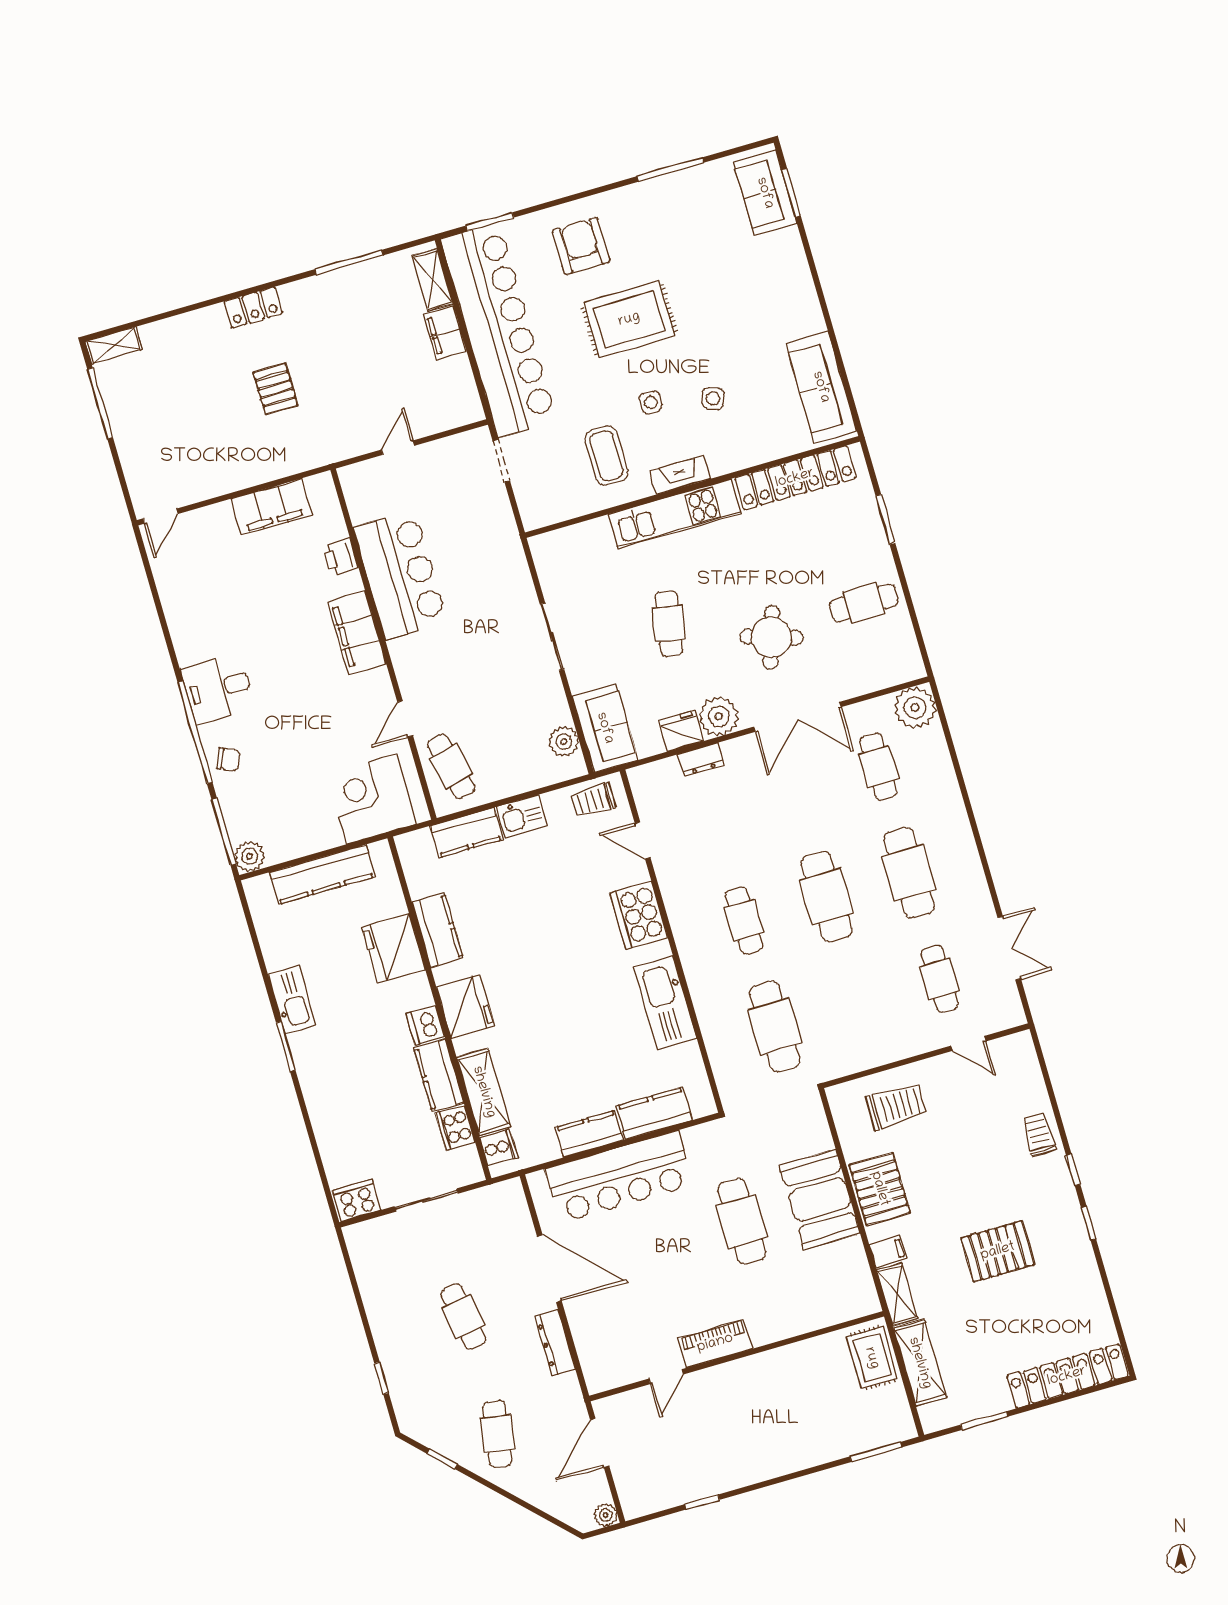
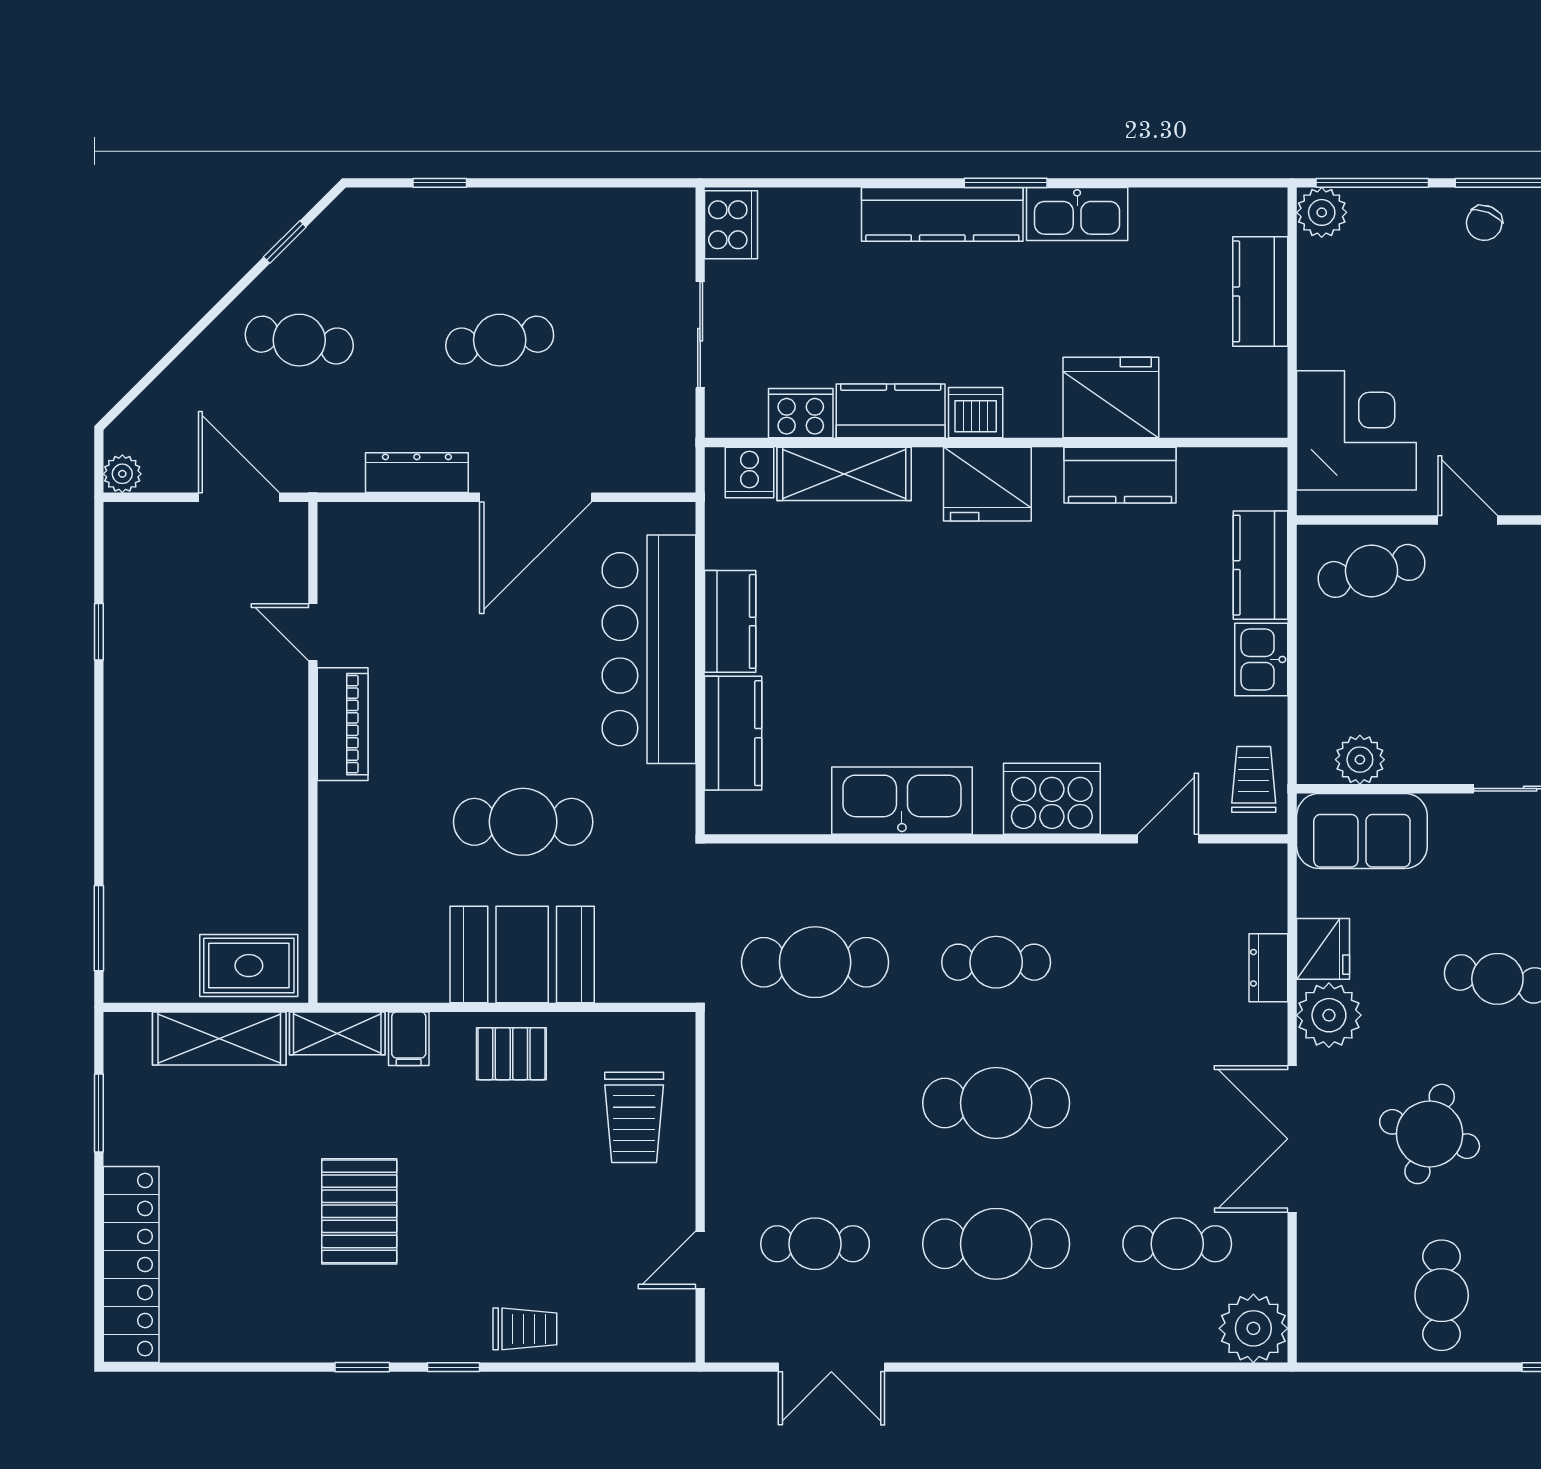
kitchen counter: (322, 874) -> (1260, 291), width x0.67
kitchen counter: (315, 1078) -> (942, 214), added
pallet: (880, 1189) -> (511, 1054), width x0.67, depth x0.71

